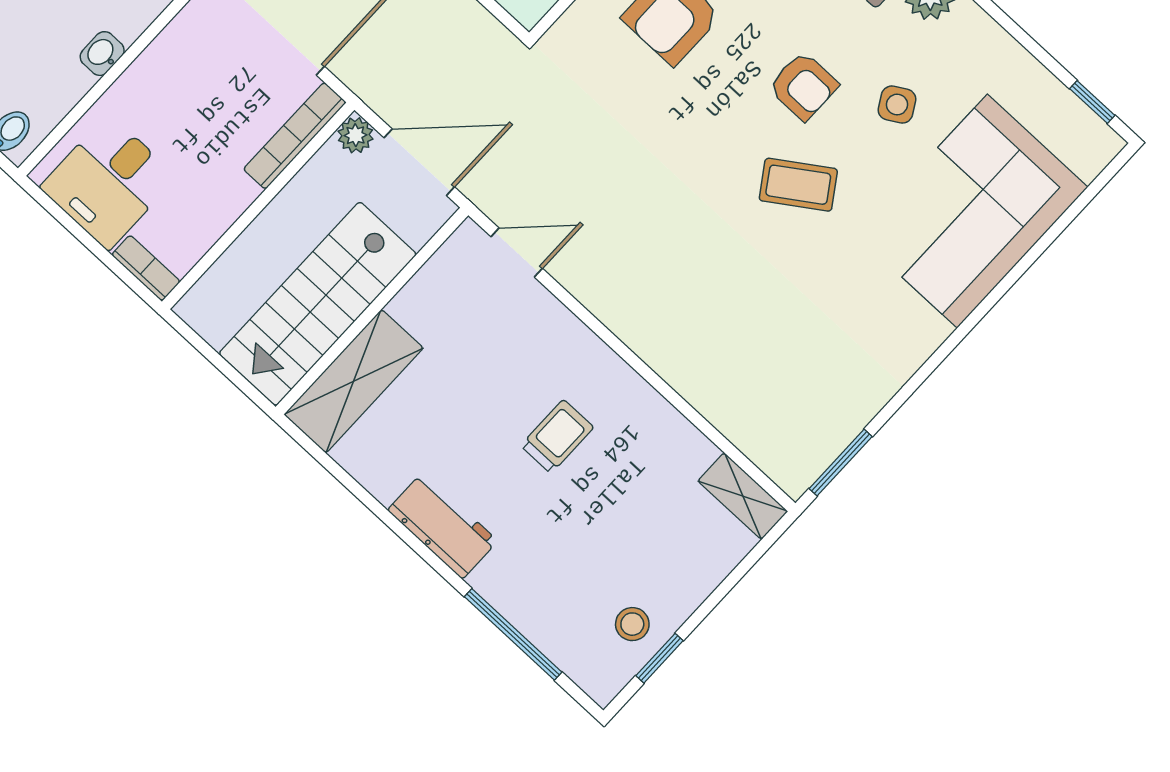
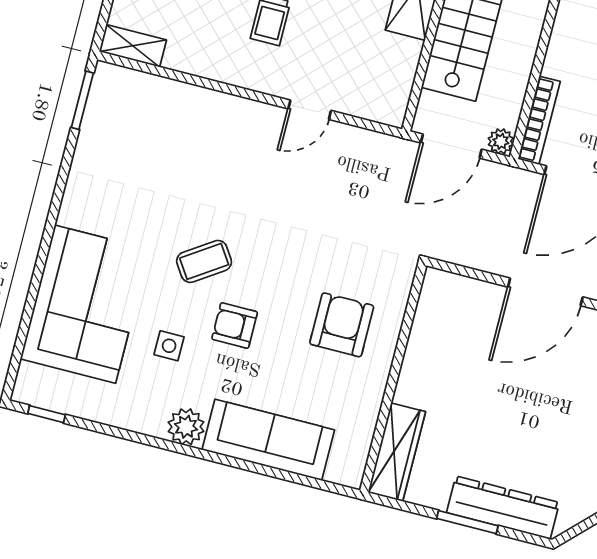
side table: (897, 105) -> (169, 346), turned 30
door: (517, 252) -> (310, 110), moved

